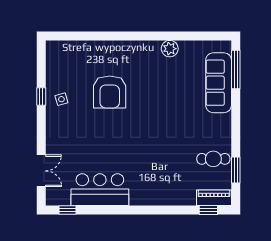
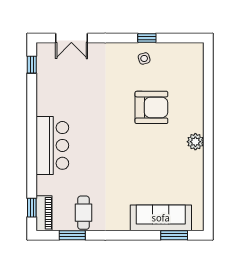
plant: (170, 49) -> (195, 142), moved
window: (236, 70) -> (174, 235), width x0.69
armchair: (110, 92) -> (151, 107), turned 180
bar counter: (100, 190) -> (52, 145), moved

